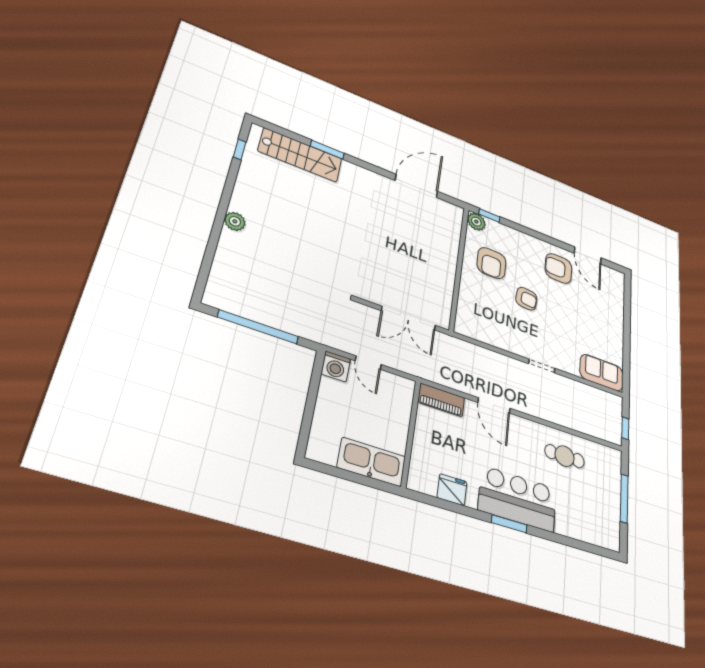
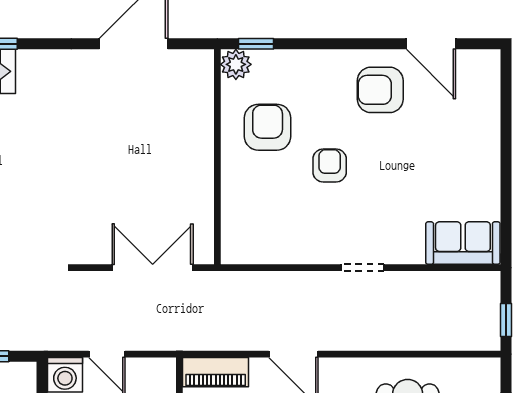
armchair: (491, 263) -> (268, 127), turned 180
armchair: (526, 299) -> (330, 166), turned -96
double door: (409, 318) -> (153, 268), swing flipped

